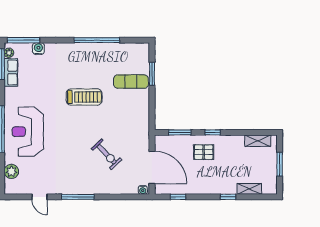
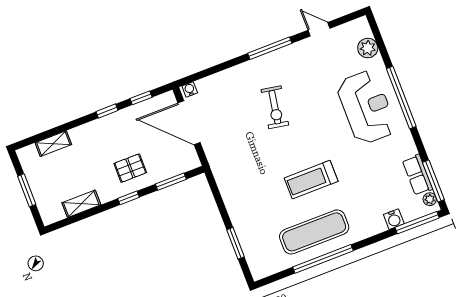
exercise mat: (131, 82) -> (314, 232), moved, width x1.36, depth x1.45
shelving: (258, 141) -> (81, 204), moved
exercise bike: (107, 154) -> (275, 107), moved, turned -126
window: (228, 197) -> (107, 111), moved

